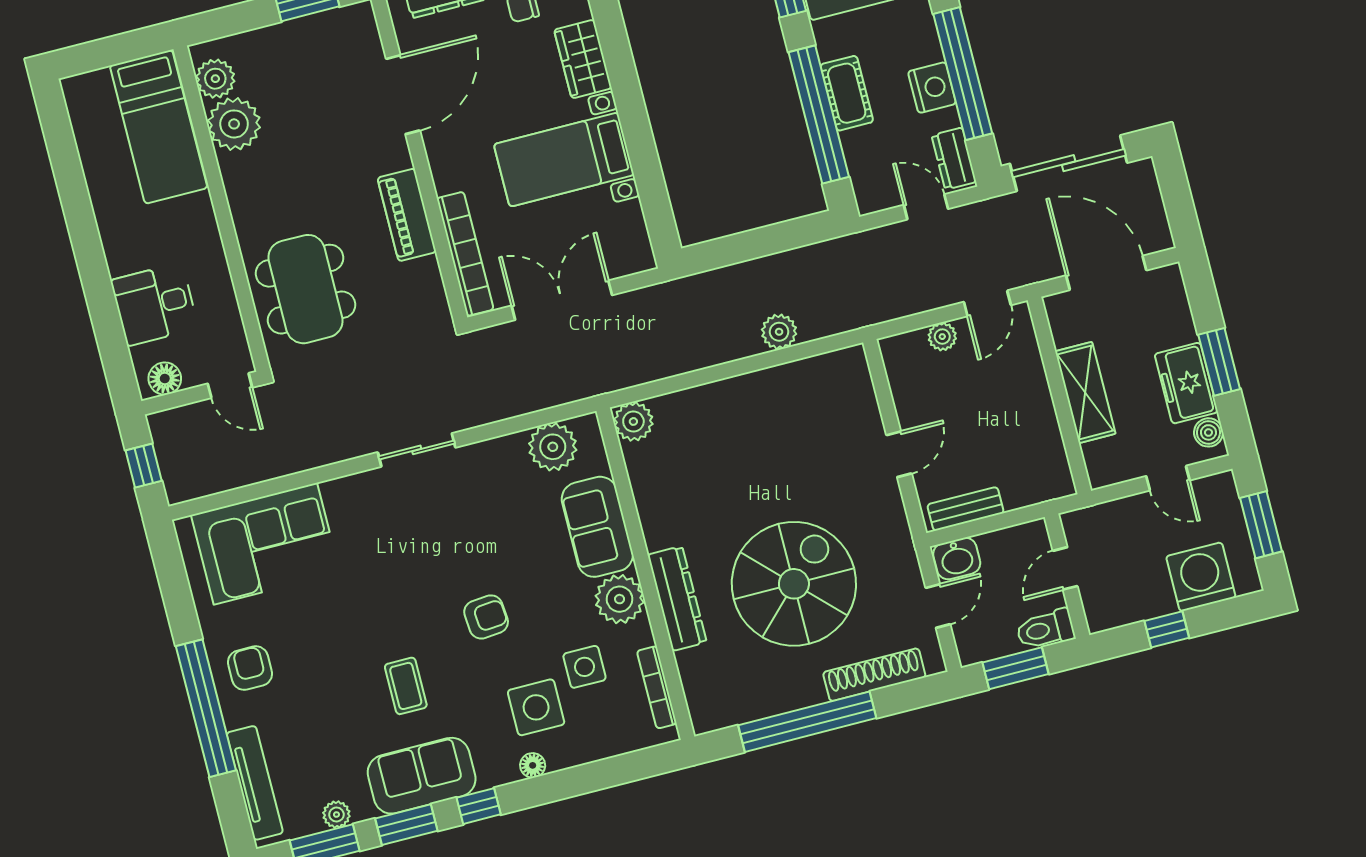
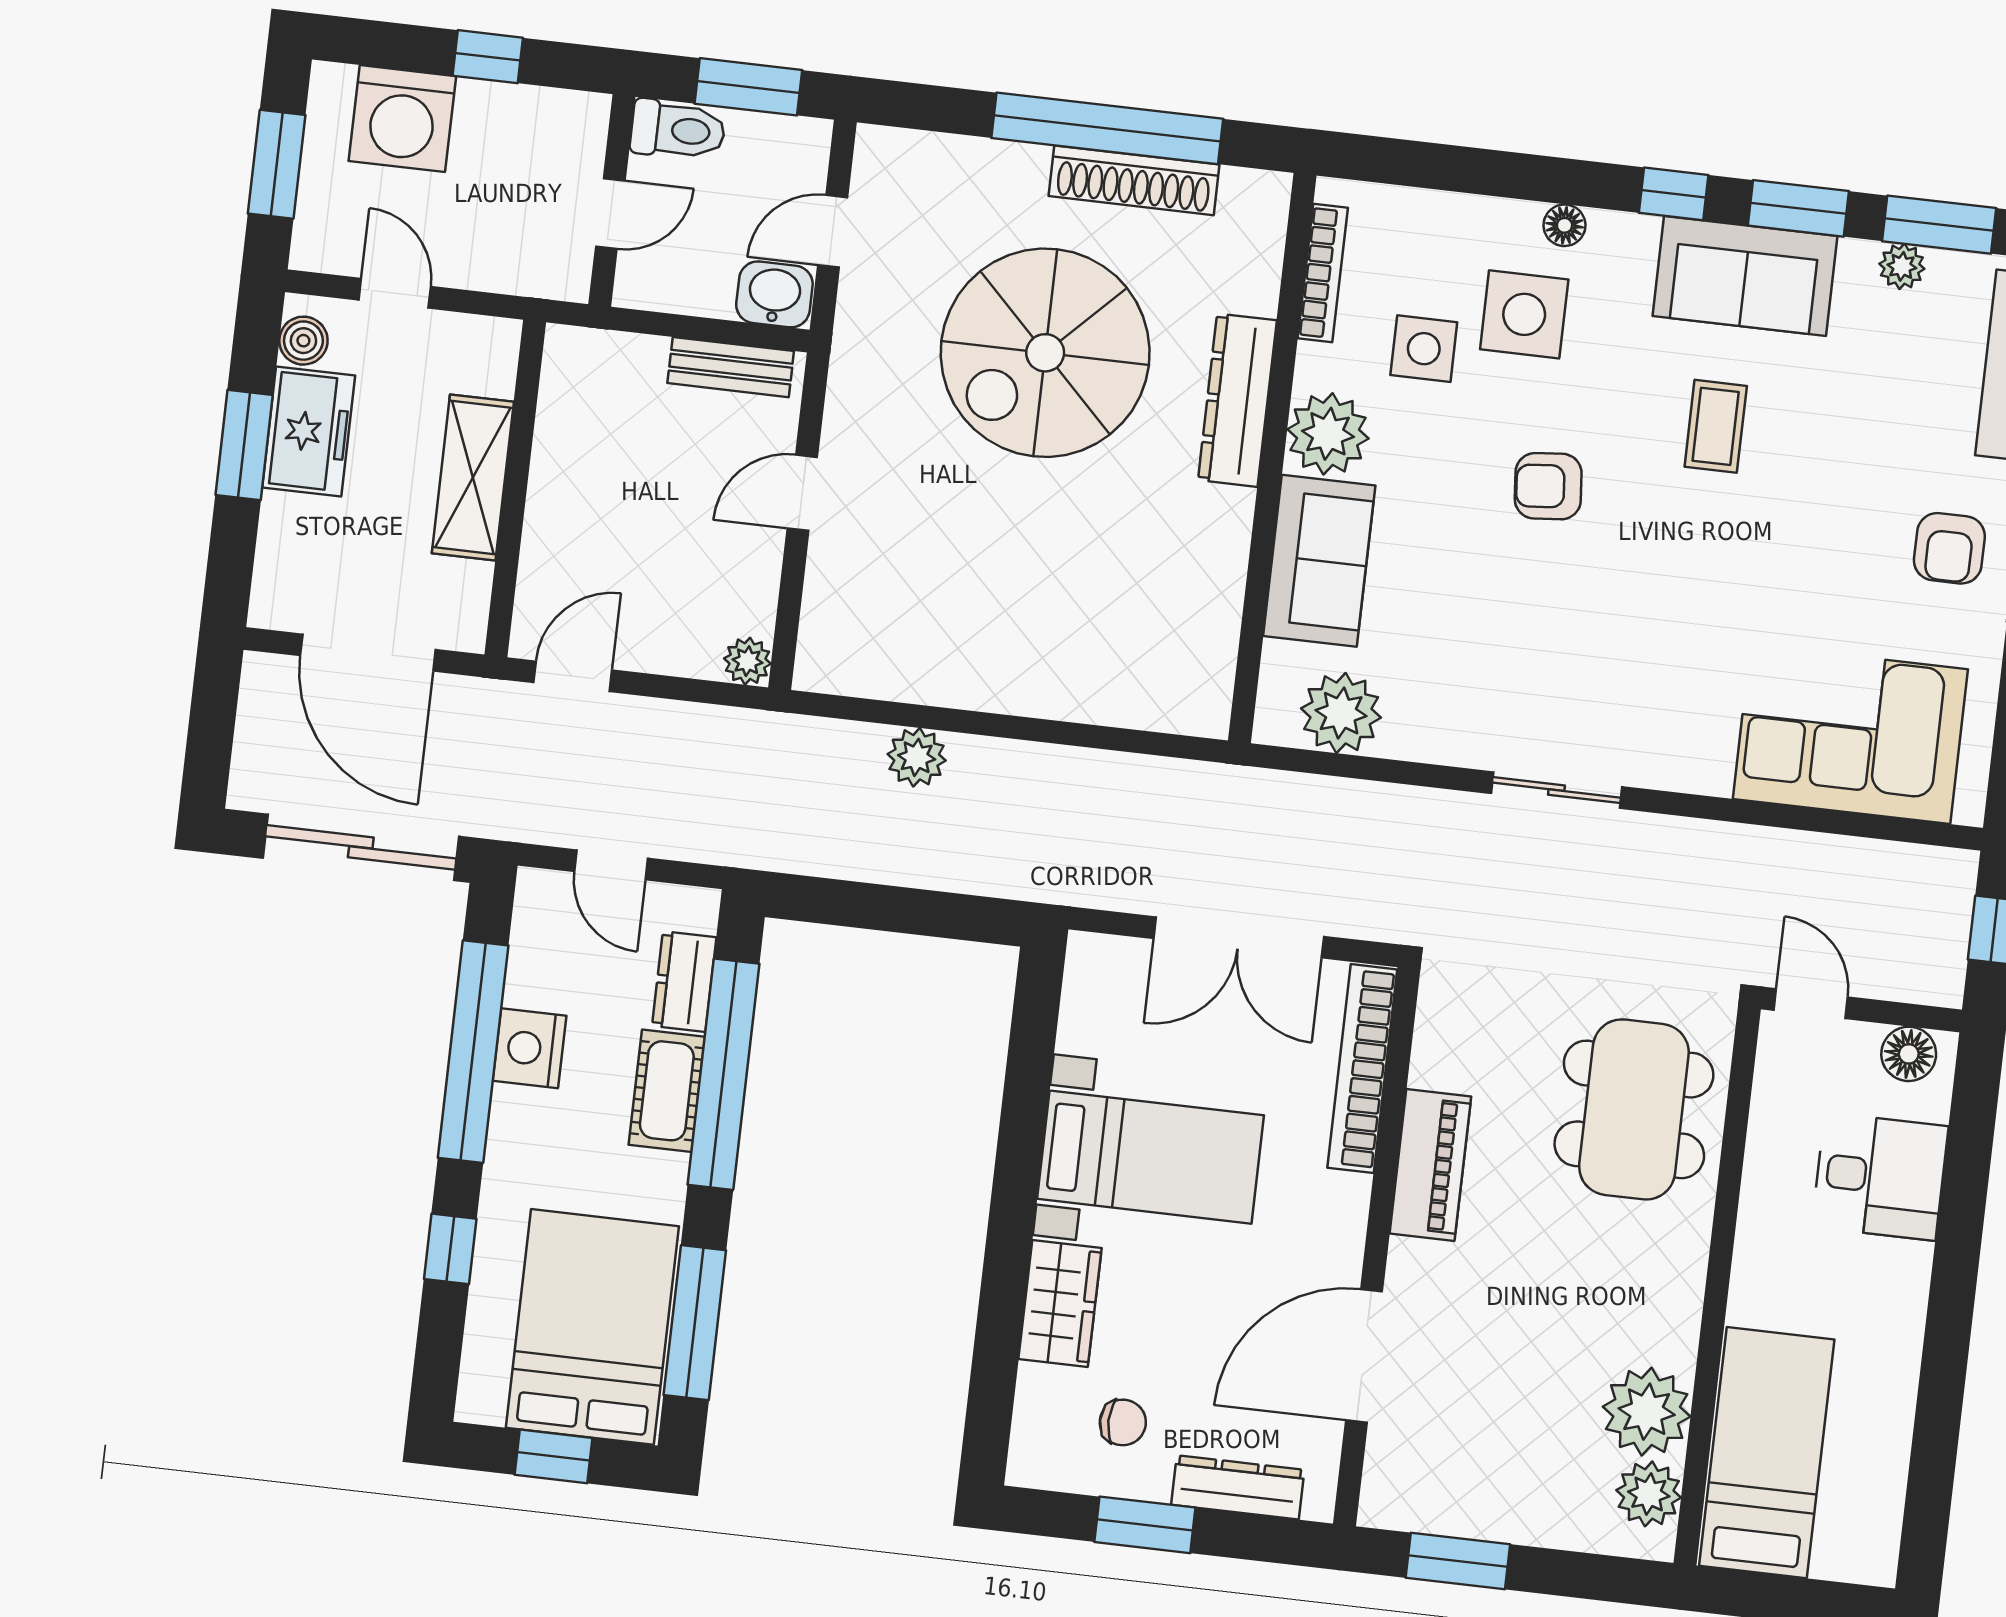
dresser: (954, 159) -> (684, 982), moved, turned 180
plant: (942, 337) -> (748, 661), moved
plant: (633, 421) -> (1199, 704), removed
shoe rack: (874, 675) -> (1134, 180), moved

